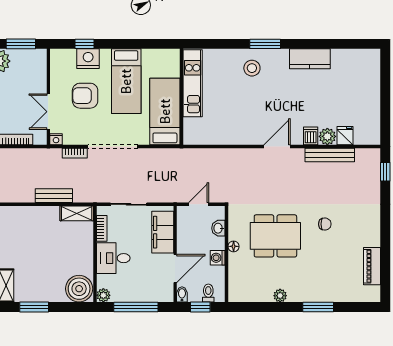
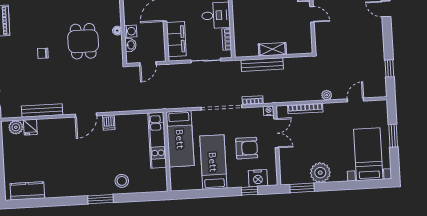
nightstand: (88, 59) -> (258, 178), moved
kitchen counter: (310, 59) -> (27, 191), moved
stool: (252, 68) -> (122, 181), moved
kitchen unit: (193, 83) -> (157, 140), moved
dishwasher: (311, 136) -> (109, 123), moved
plant: (327, 136) -> (16, 127), moved
bench: (54, 196) -> (262, 65), width x1.36
shelving: (77, 213) -> (272, 49), moved
dining table: (275, 236) -> (83, 41), width x0.73
washing machine: (218, 258) -> (130, 31), moved

